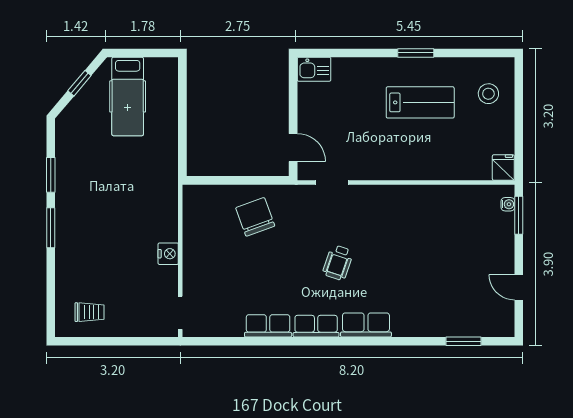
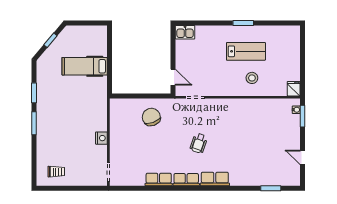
stool: (488, 94) -> (252, 78), moved
hospital bed: (128, 96) -> (85, 66), moved, turned 90

